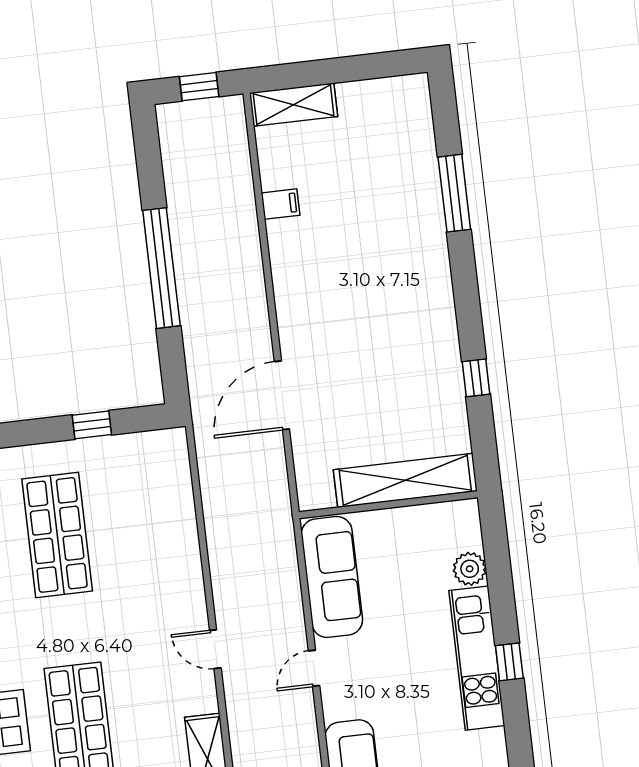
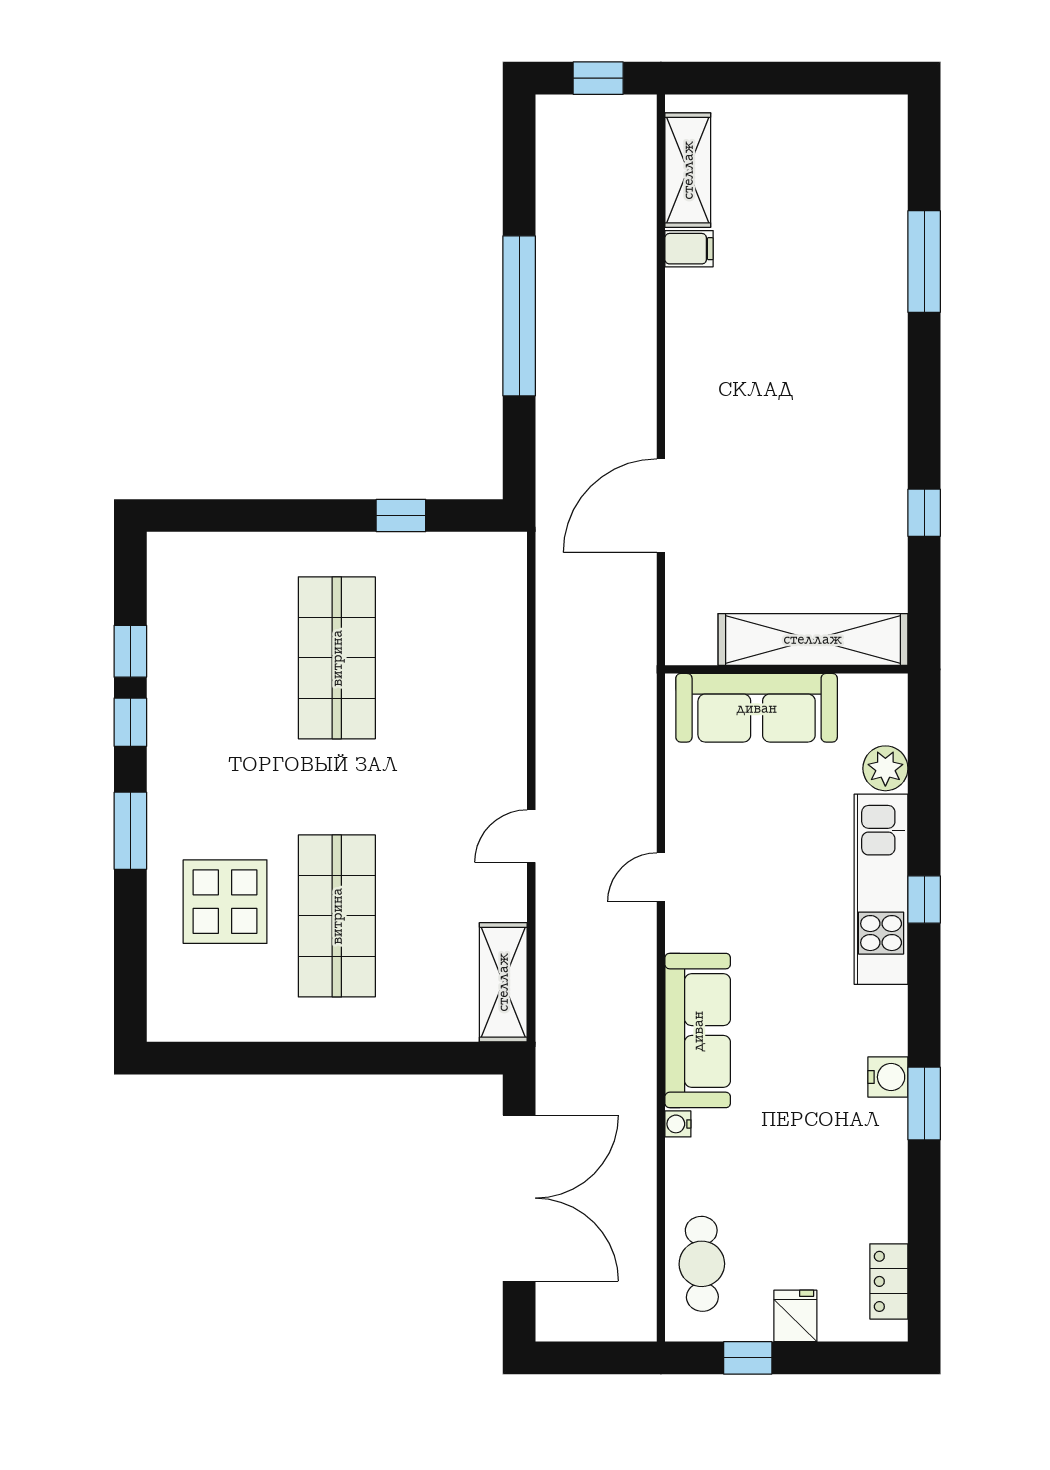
shelving: (294, 105) -> (688, 170), moved, turned 90
sofa: (332, 577) -> (757, 708), moved, turned 90
door: (215, 649) -> (531, 836), hinge flipped

